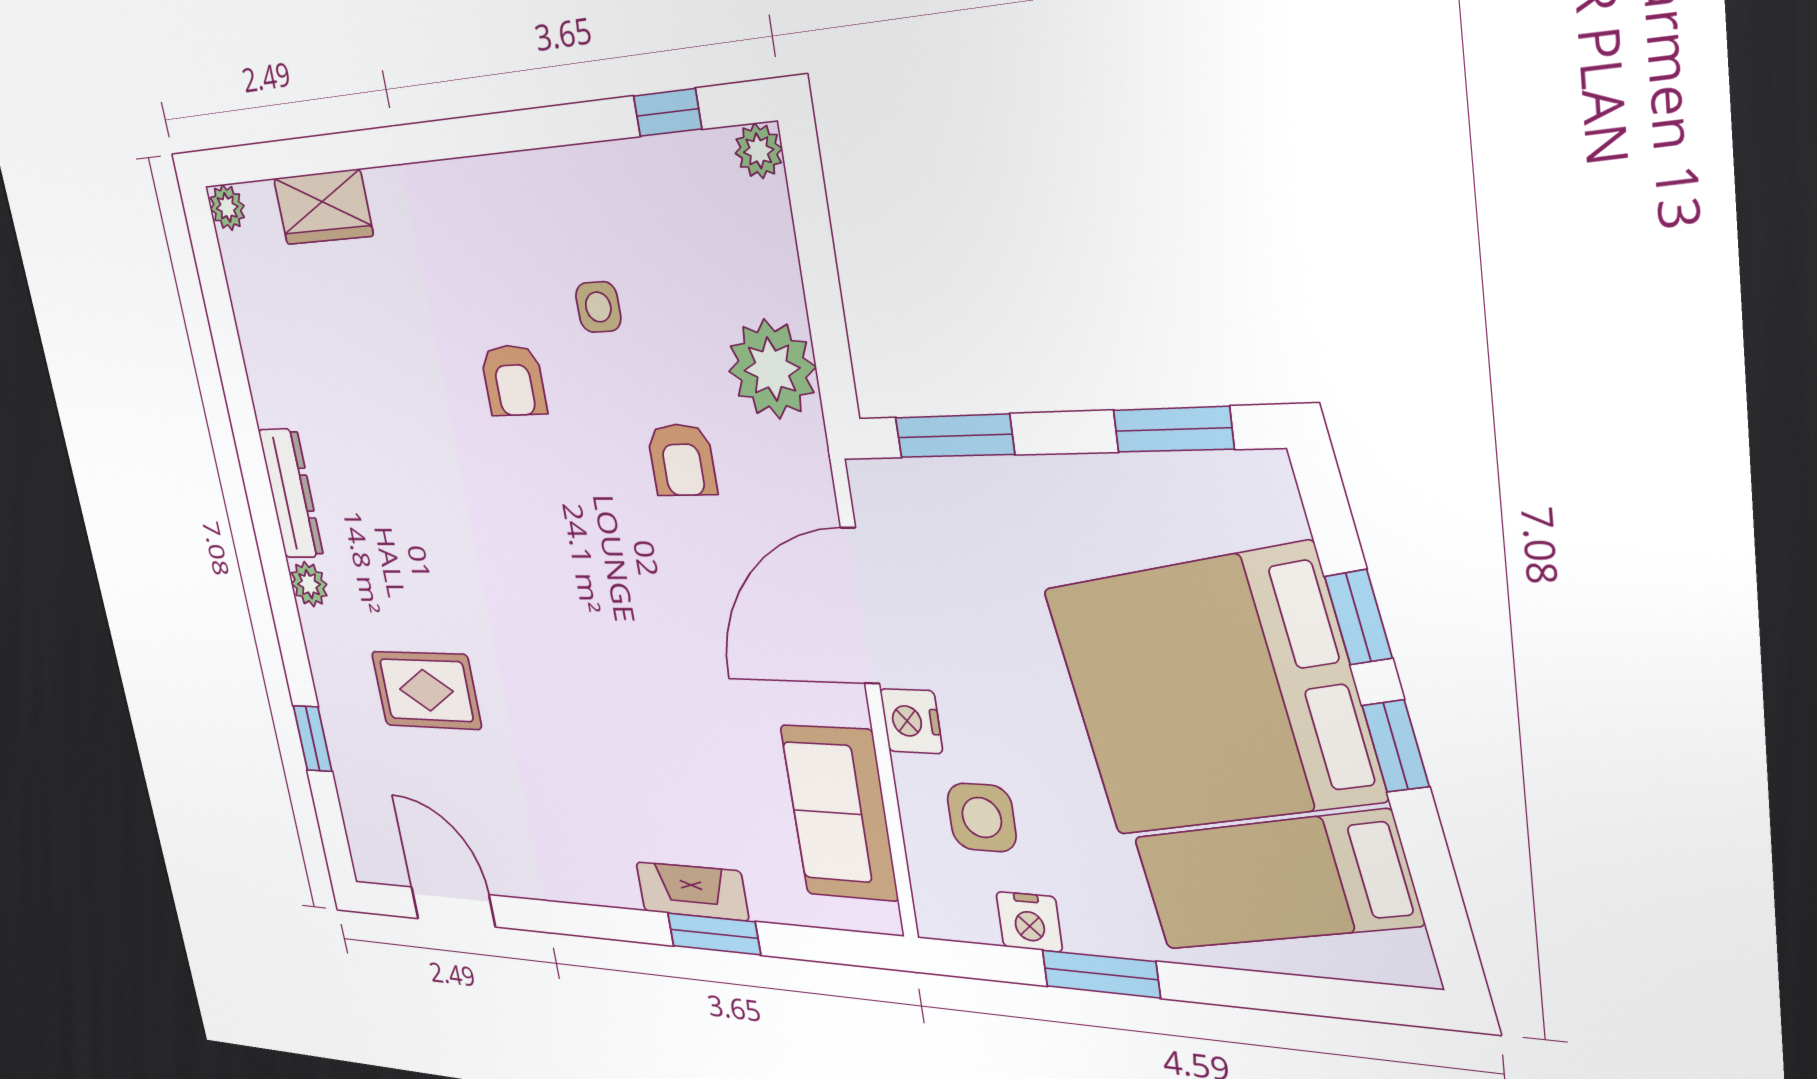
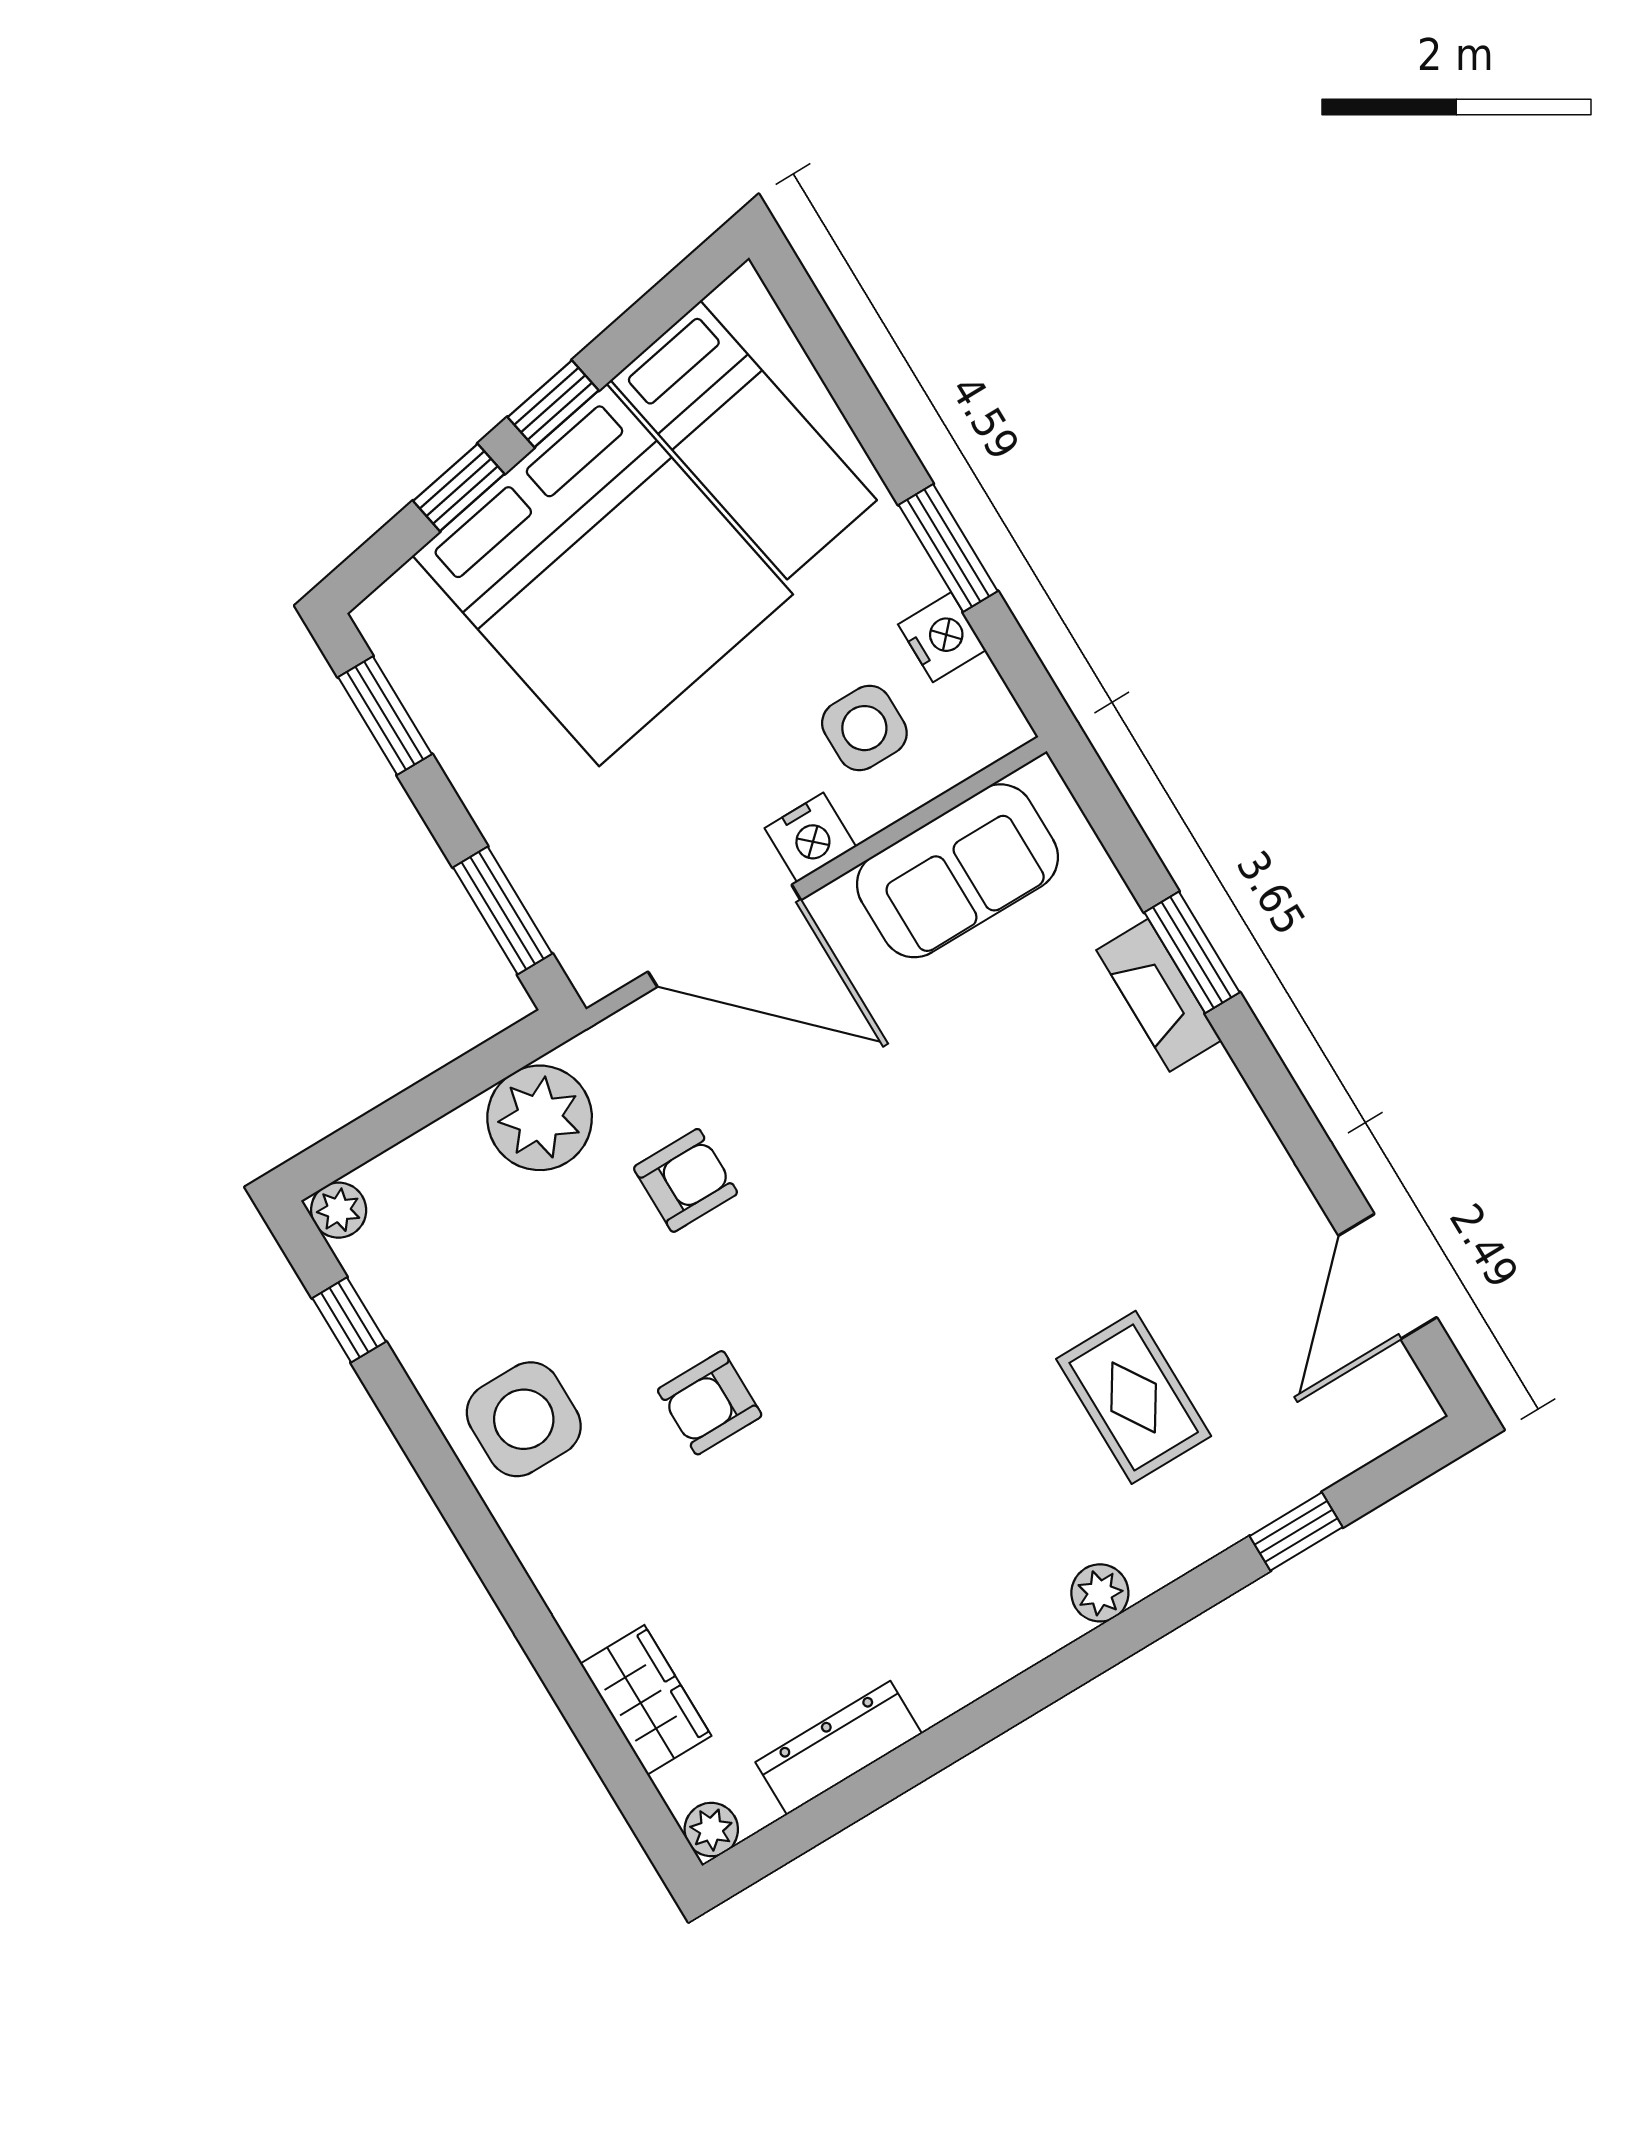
side table: (598, 307) -> (524, 1419), moved, width x1.87, depth x1.87
armchair: (513, 380) -> (710, 1403), turned 180
dresser: (291, 493) -> (839, 1748), moved

